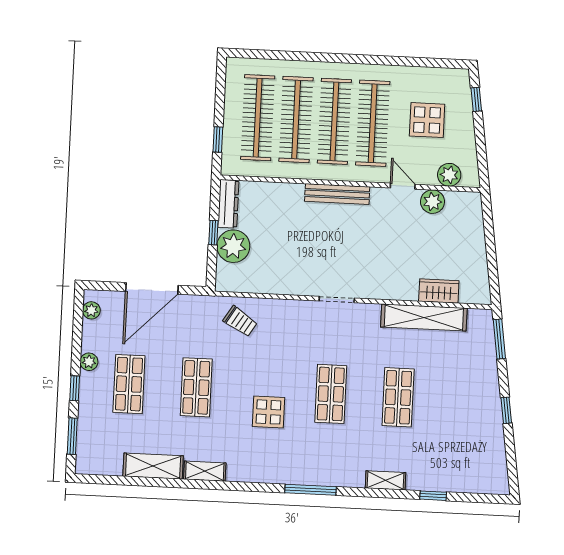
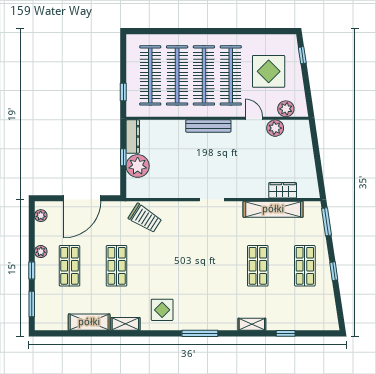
display table: (427, 120) -> (269, 71), width x1.36, depth x1.36
trolley: (240, 321) -> (145, 218), width x1.36, depth x1.39
shop shelf: (331, 394) -> (305, 266), moved
display table: (268, 412) -> (162, 310), moved

